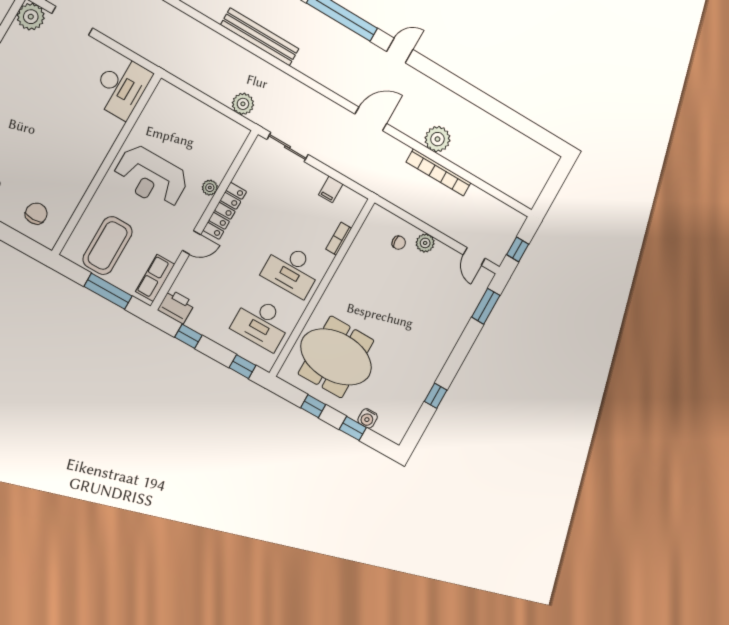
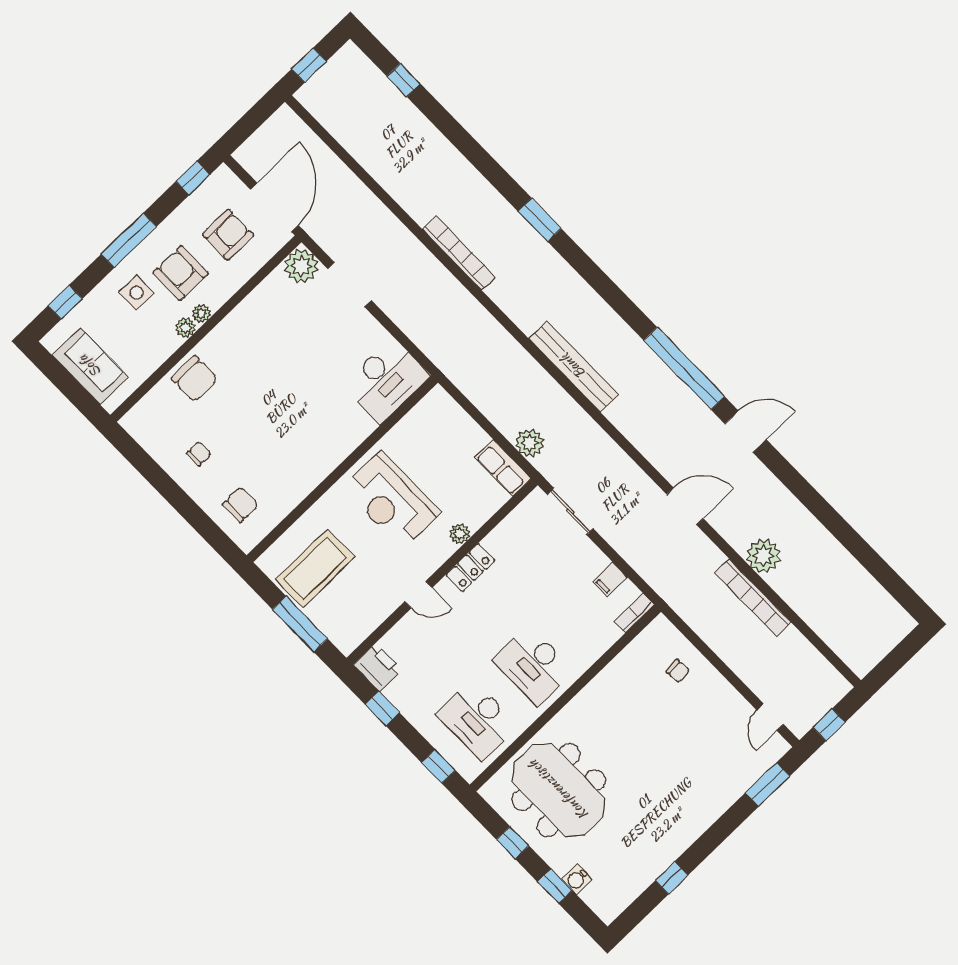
door: (400, 50) -> (746, 432), width x1.38
locker: (225, 211) -> (470, 568), width x0.66
bookcase: (339, 239) -> (634, 613), moved
plant: (425, 243) -> (712, 681), removed
row of seats: (155, 278) -> (503, 468), moved, turned -90

